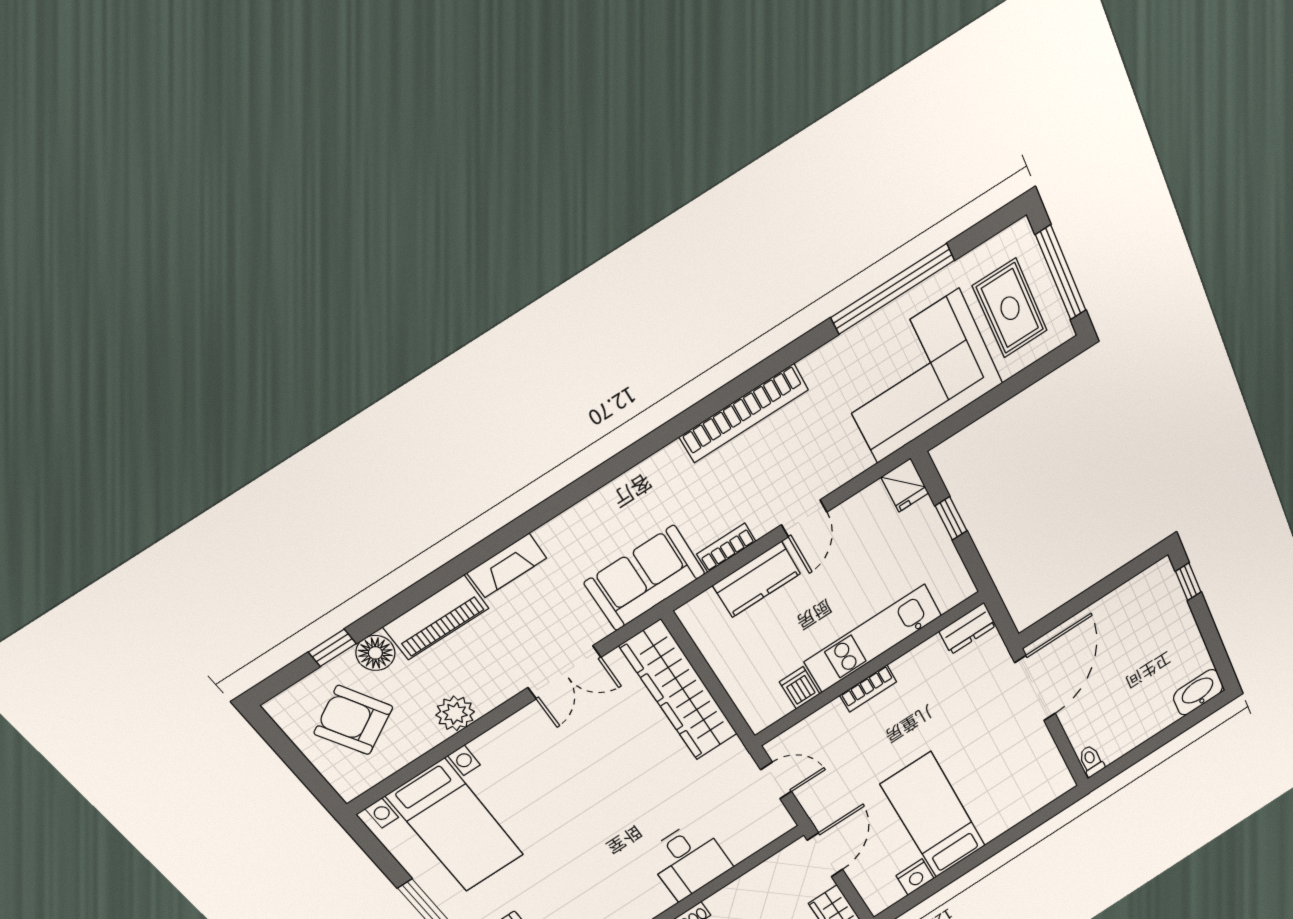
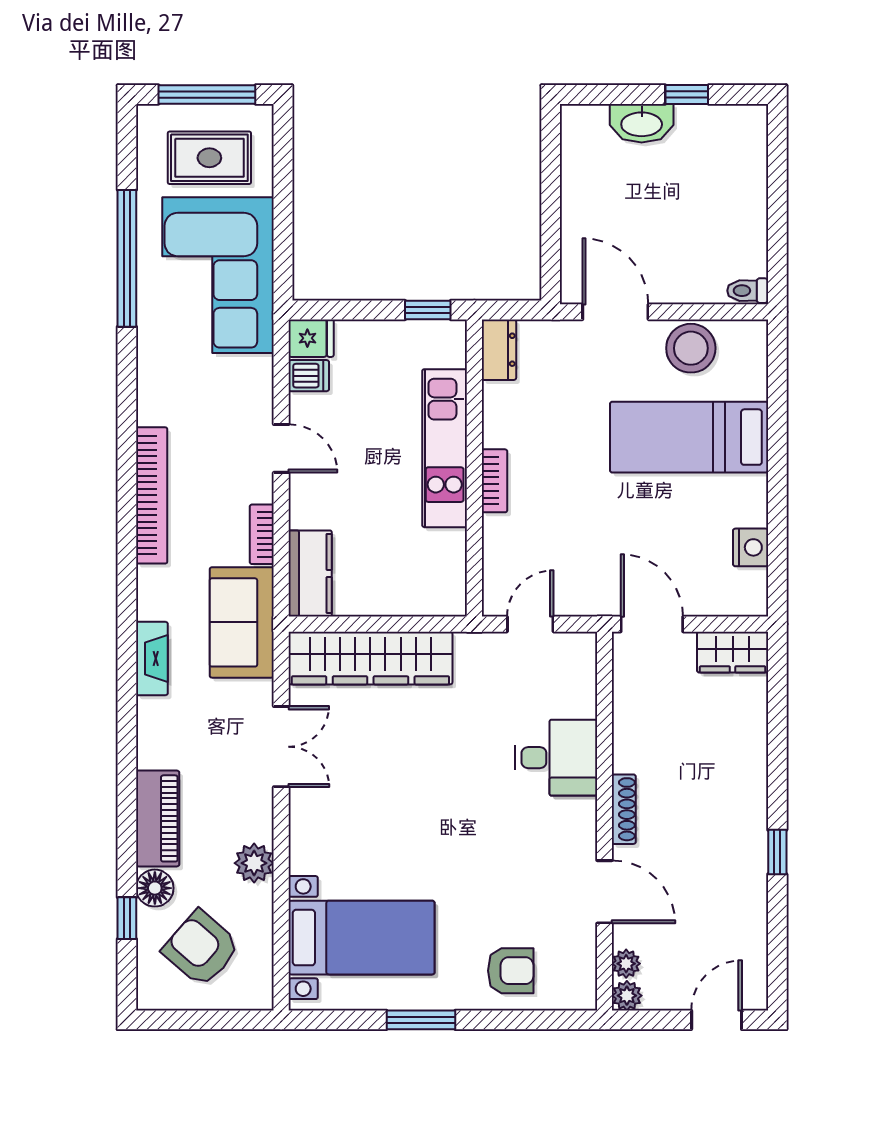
bookcase: (744, 413) -> (152, 495), moved
window: (951, 518) -> (428, 310), moved
fireplace: (507, 565) -> (152, 659), moved
kitchen counter: (757, 579) -> (310, 573), moved
window: (1188, 582) -> (687, 94), moved
dishwasher: (800, 688) -> (309, 376), moved, turned 180
door: (1035, 688) -> (615, 312), width x0.73
washbasin: (1198, 692) -> (642, 123), moved, turned -90
armchair: (353, 720) -> (201, 948), turned 71
stool: (1034, 752) -> (691, 348), added
bed: (934, 816) -> (689, 437), moved

